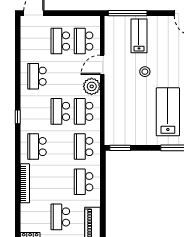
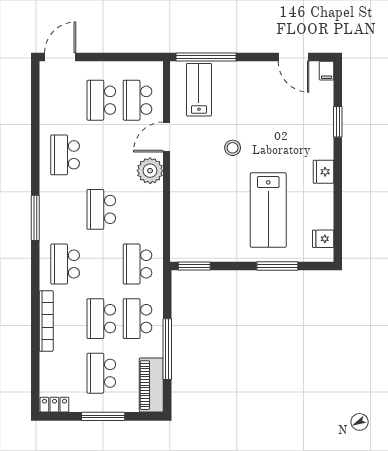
lab bench: (139, 36) -> (199, 90), moved
school desk: (84, 111) -> (101, 319), moved
lab bench: (168, 112) -> (268, 210), turned 180
window: (18, 117) -> (35, 218), width x2.17
window: (103, 201) -> (167, 349), added

